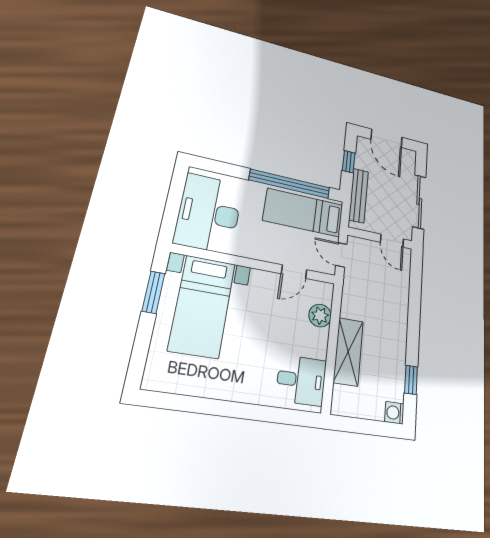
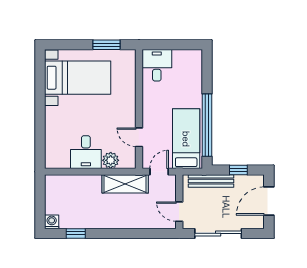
desk: (209, 213) -> (157, 65), width x0.53, depth x0.77
door: (392, 241) -> (179, 212), hinge flipped
bed with nightstands: (202, 306) -> (78, 78), moved, turned 180
shelving: (348, 352) -> (125, 184), moved
desk: (301, 380) -> (86, 152), moved

